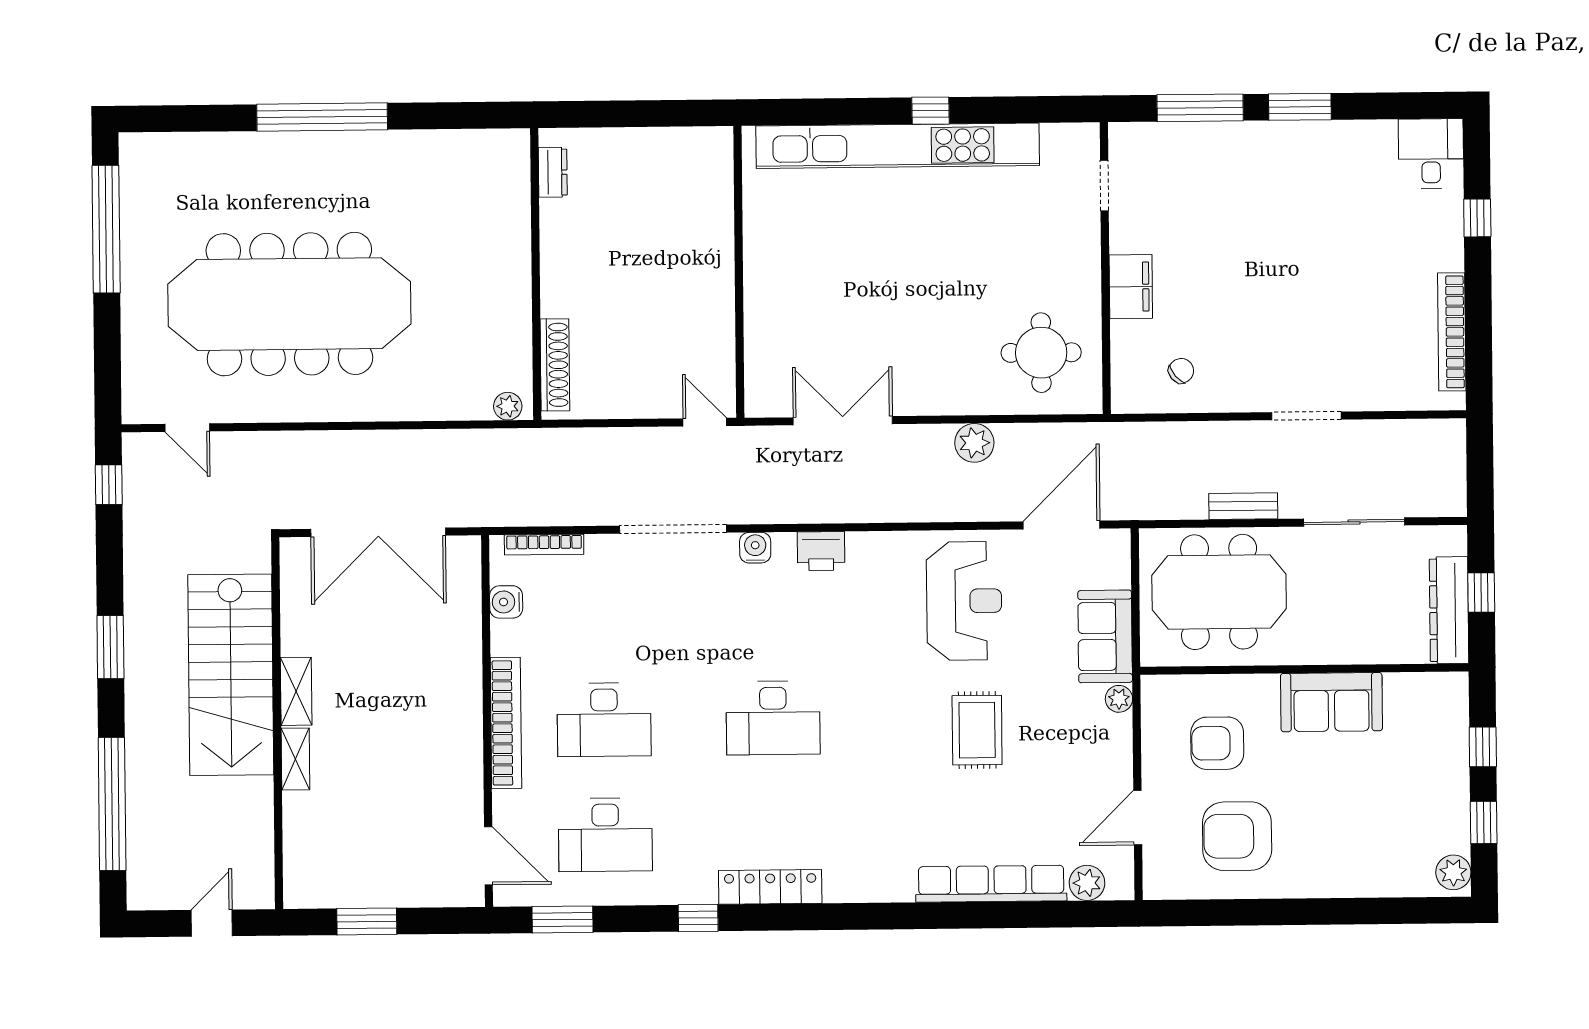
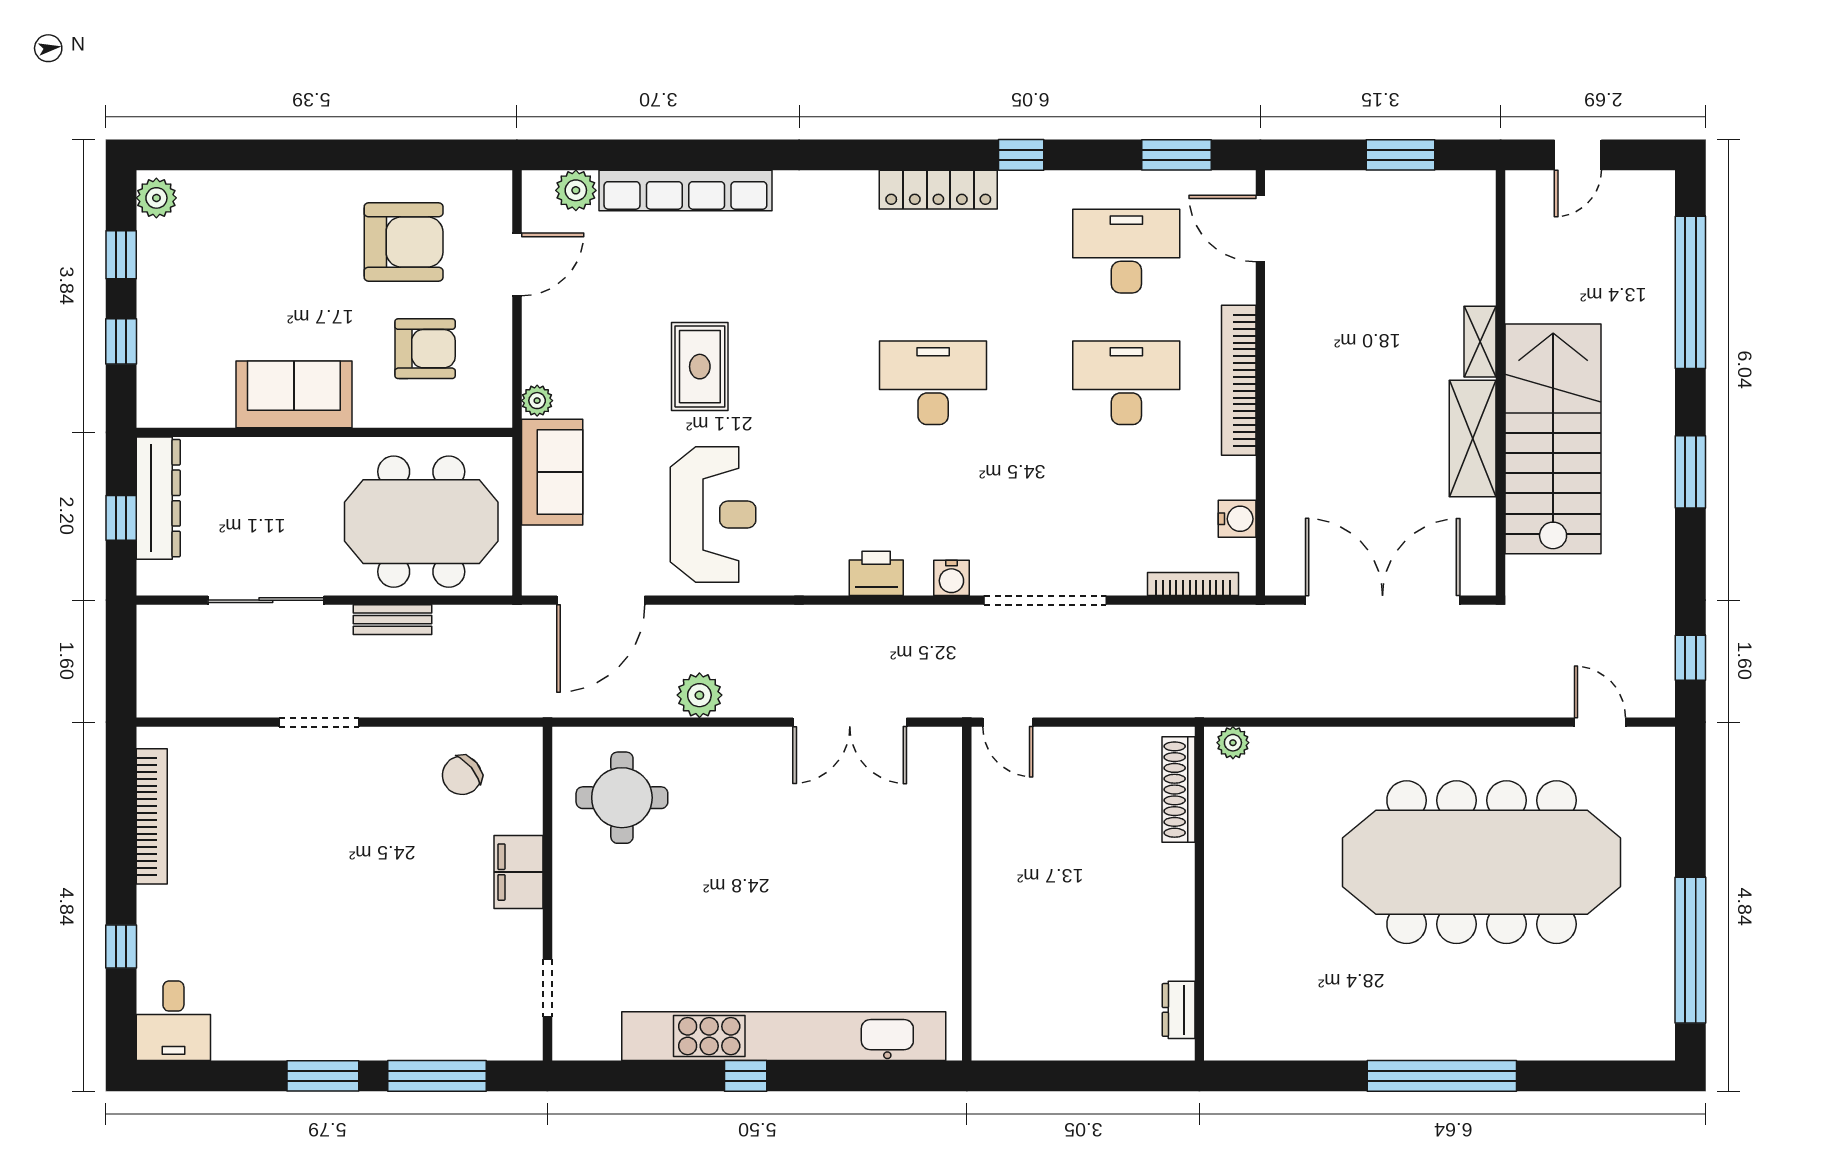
chair: (1181, 371) -> (462, 775), width x1.37, depth x1.37
reception desk: (964, 601) -> (713, 514), turned 180
shelving: (296, 691) -> (1473, 438), width x1.50, depth x1.33

